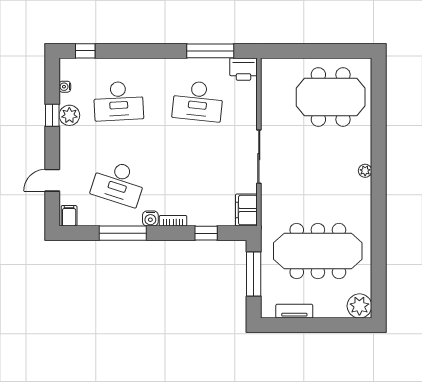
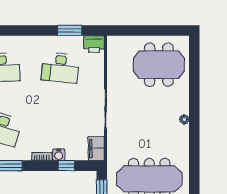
window: (210, 51) -> (70, 30), width x0.69
water cooler: (150, 218) -> (59, 155), moved

